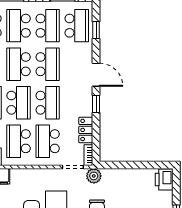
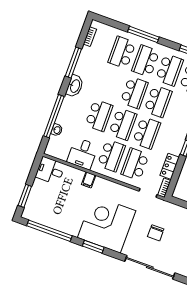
school desk: (19, 64) -> (134, 93), turned 180
school desk: (19, 141) -> (111, 156), turned 180
plant: (94, 176) -> (162, 206), removed

